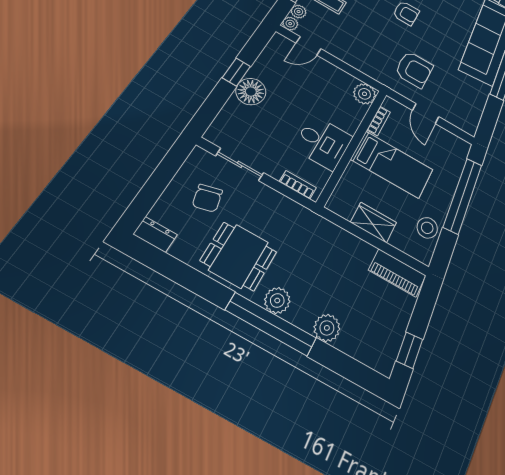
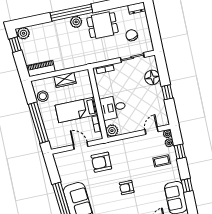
floor lamp: (251, 92) -> (152, 77), moved
desk: (323, 142) -> (113, 107), moved
plant: (327, 328) -> (23, 33), moved

